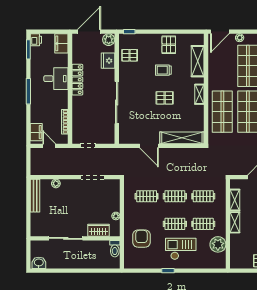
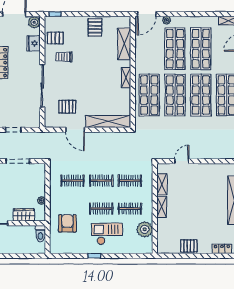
trolley: (163, 70) -> (64, 57), moved
pallet: (165, 98) -> (67, 107), moved

